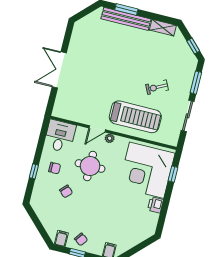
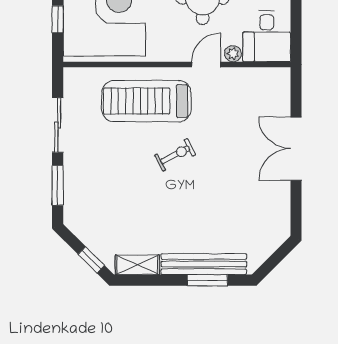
window: (193, 46) -> (91, 260), moved
double door: (59, 70) -> (296, 149), swing flipped
exercise bike: (157, 87) -> (175, 155), moved
plant: (110, 138) -> (233, 54), moved

